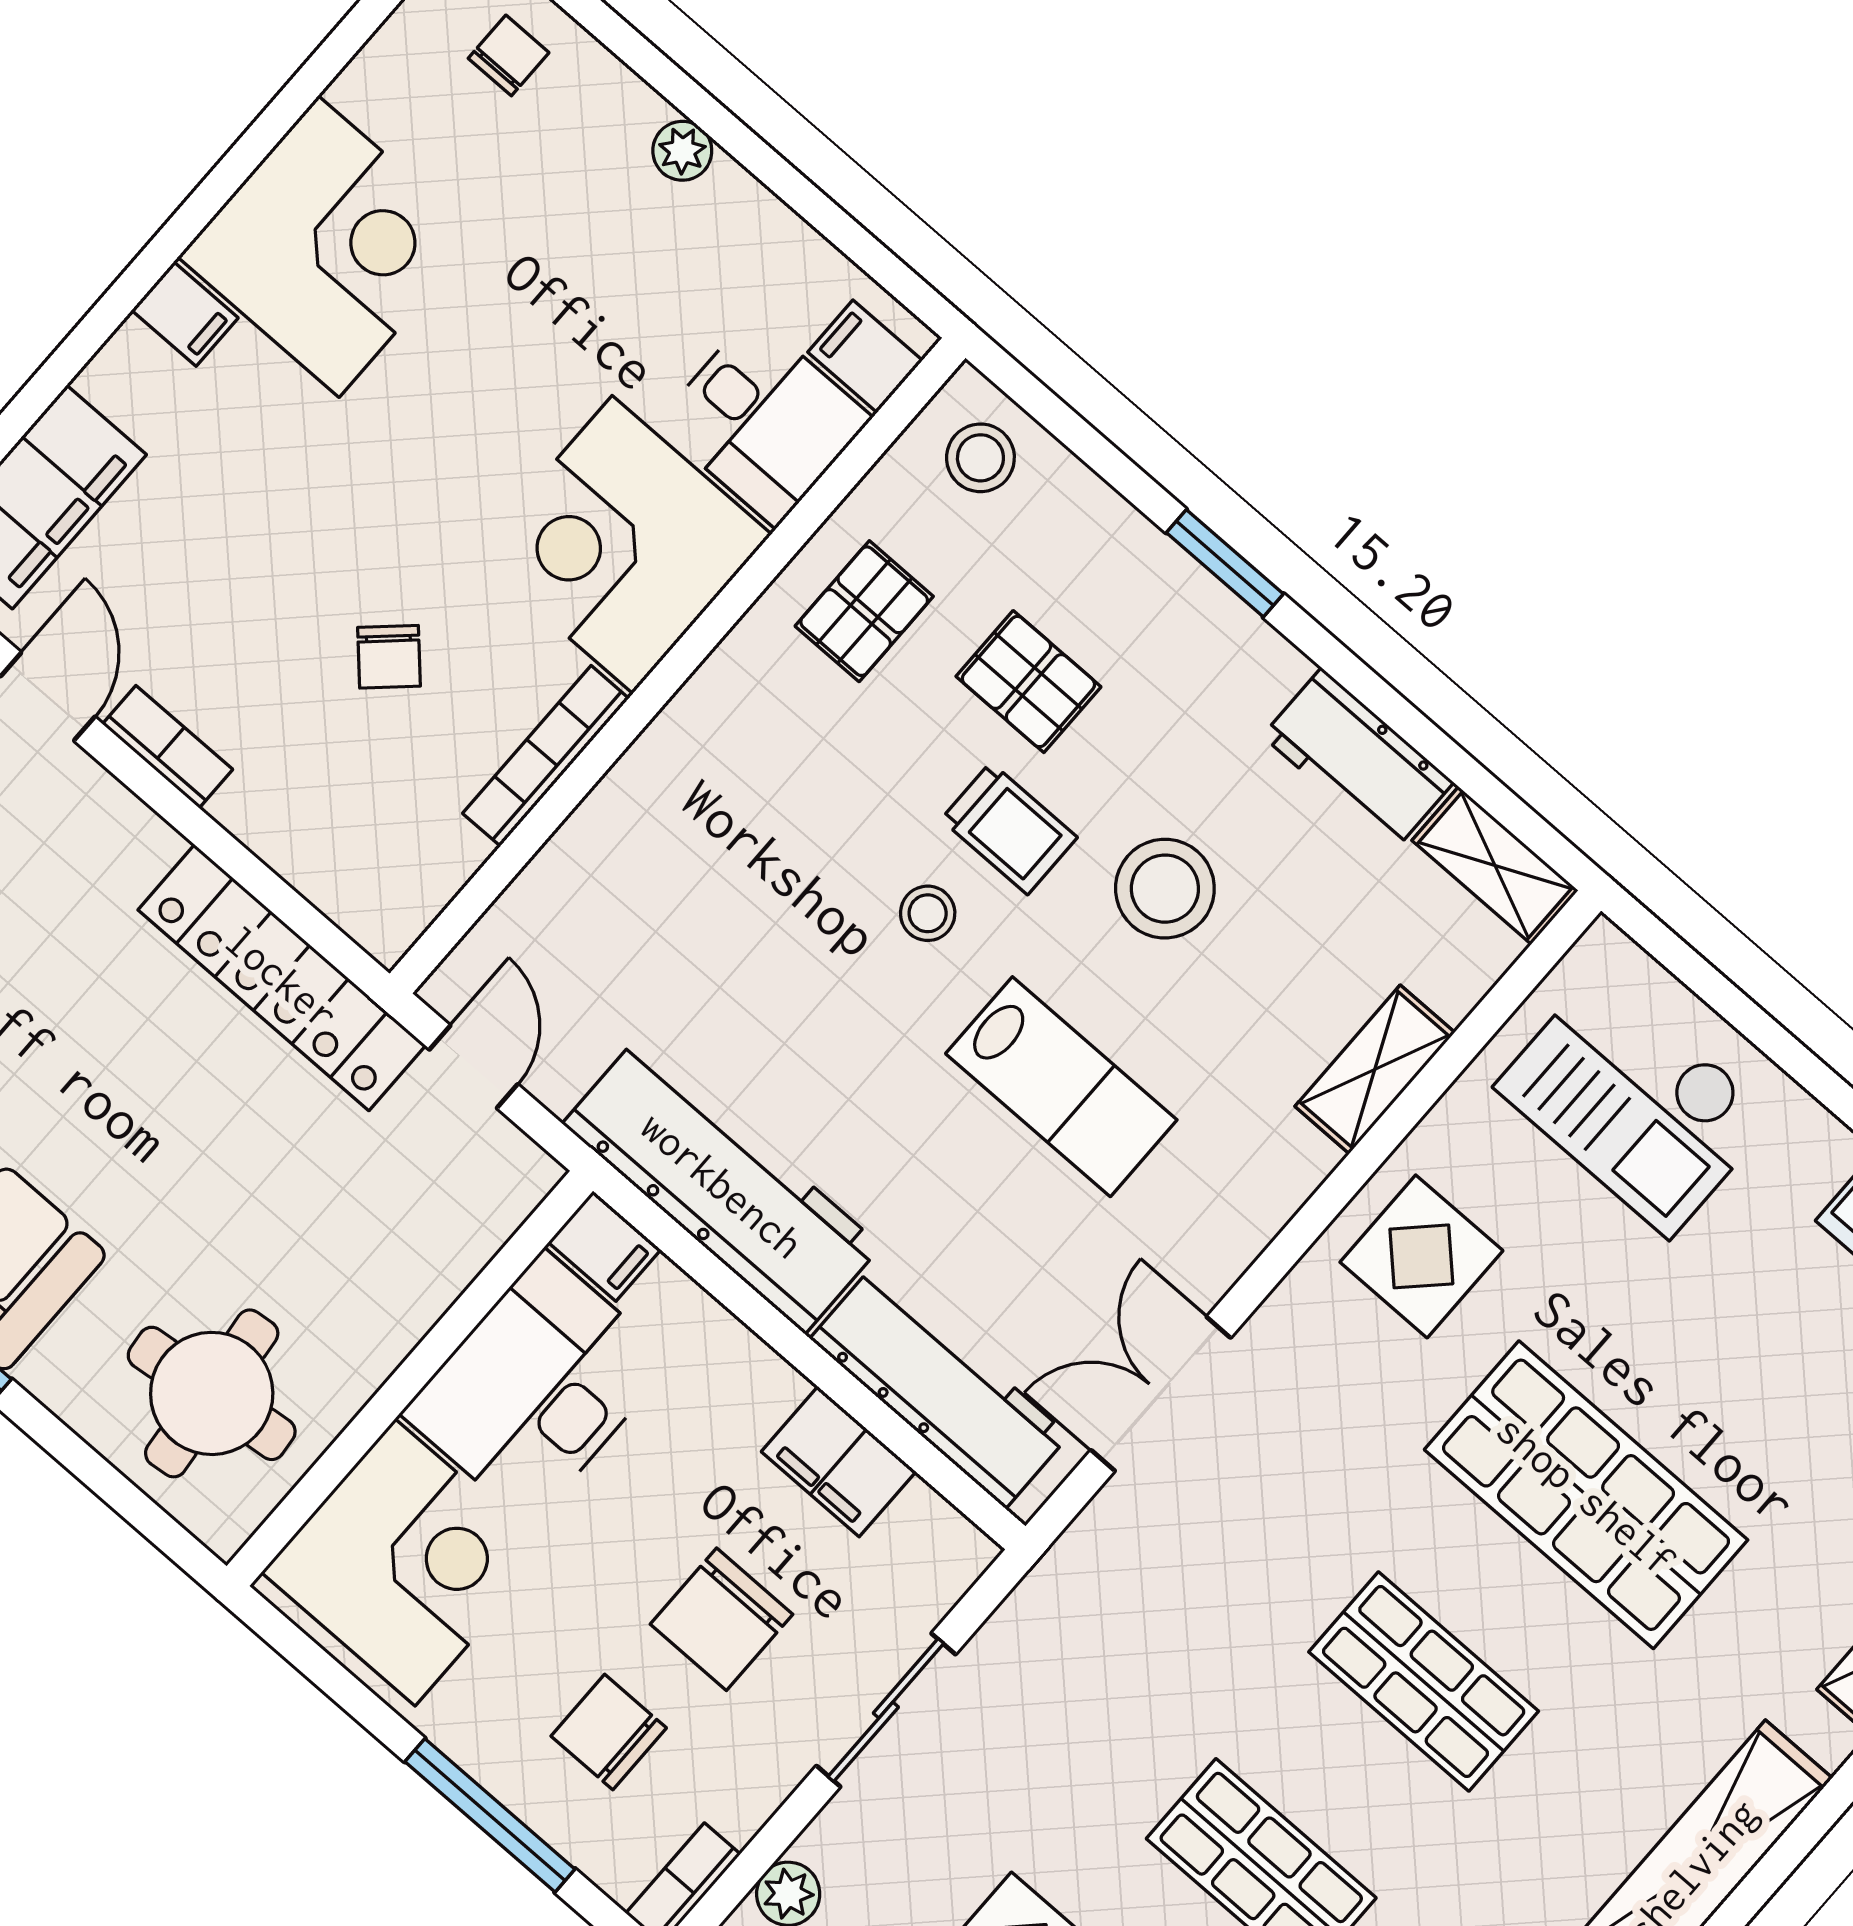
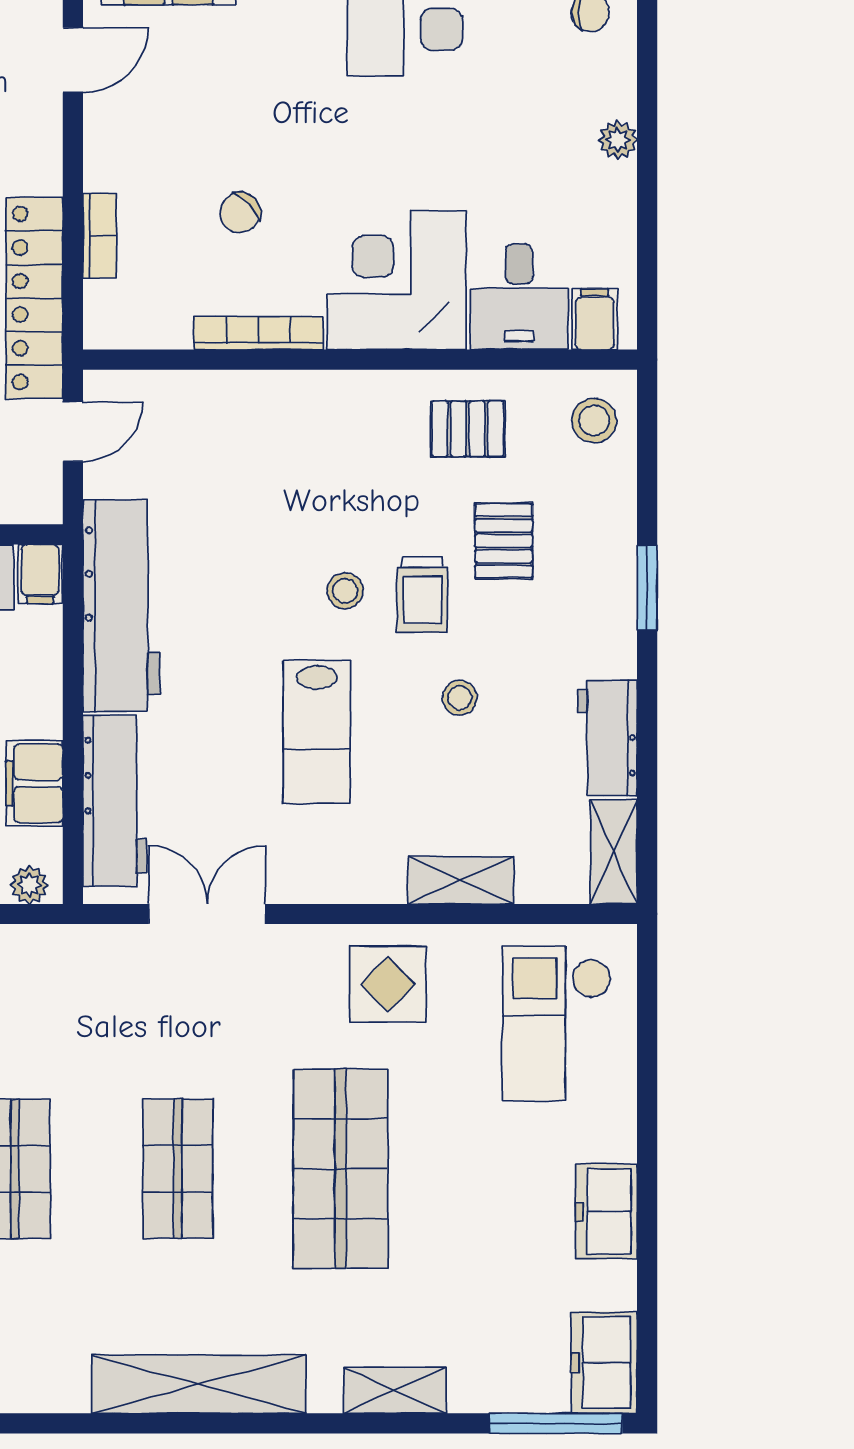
bookcase: (168, 747) -> (100, 236), moved
stool: (1165, 889) -> (460, 698), width x0.53, depth x0.53
plant: (950, 1569) -> (29, 885), added

